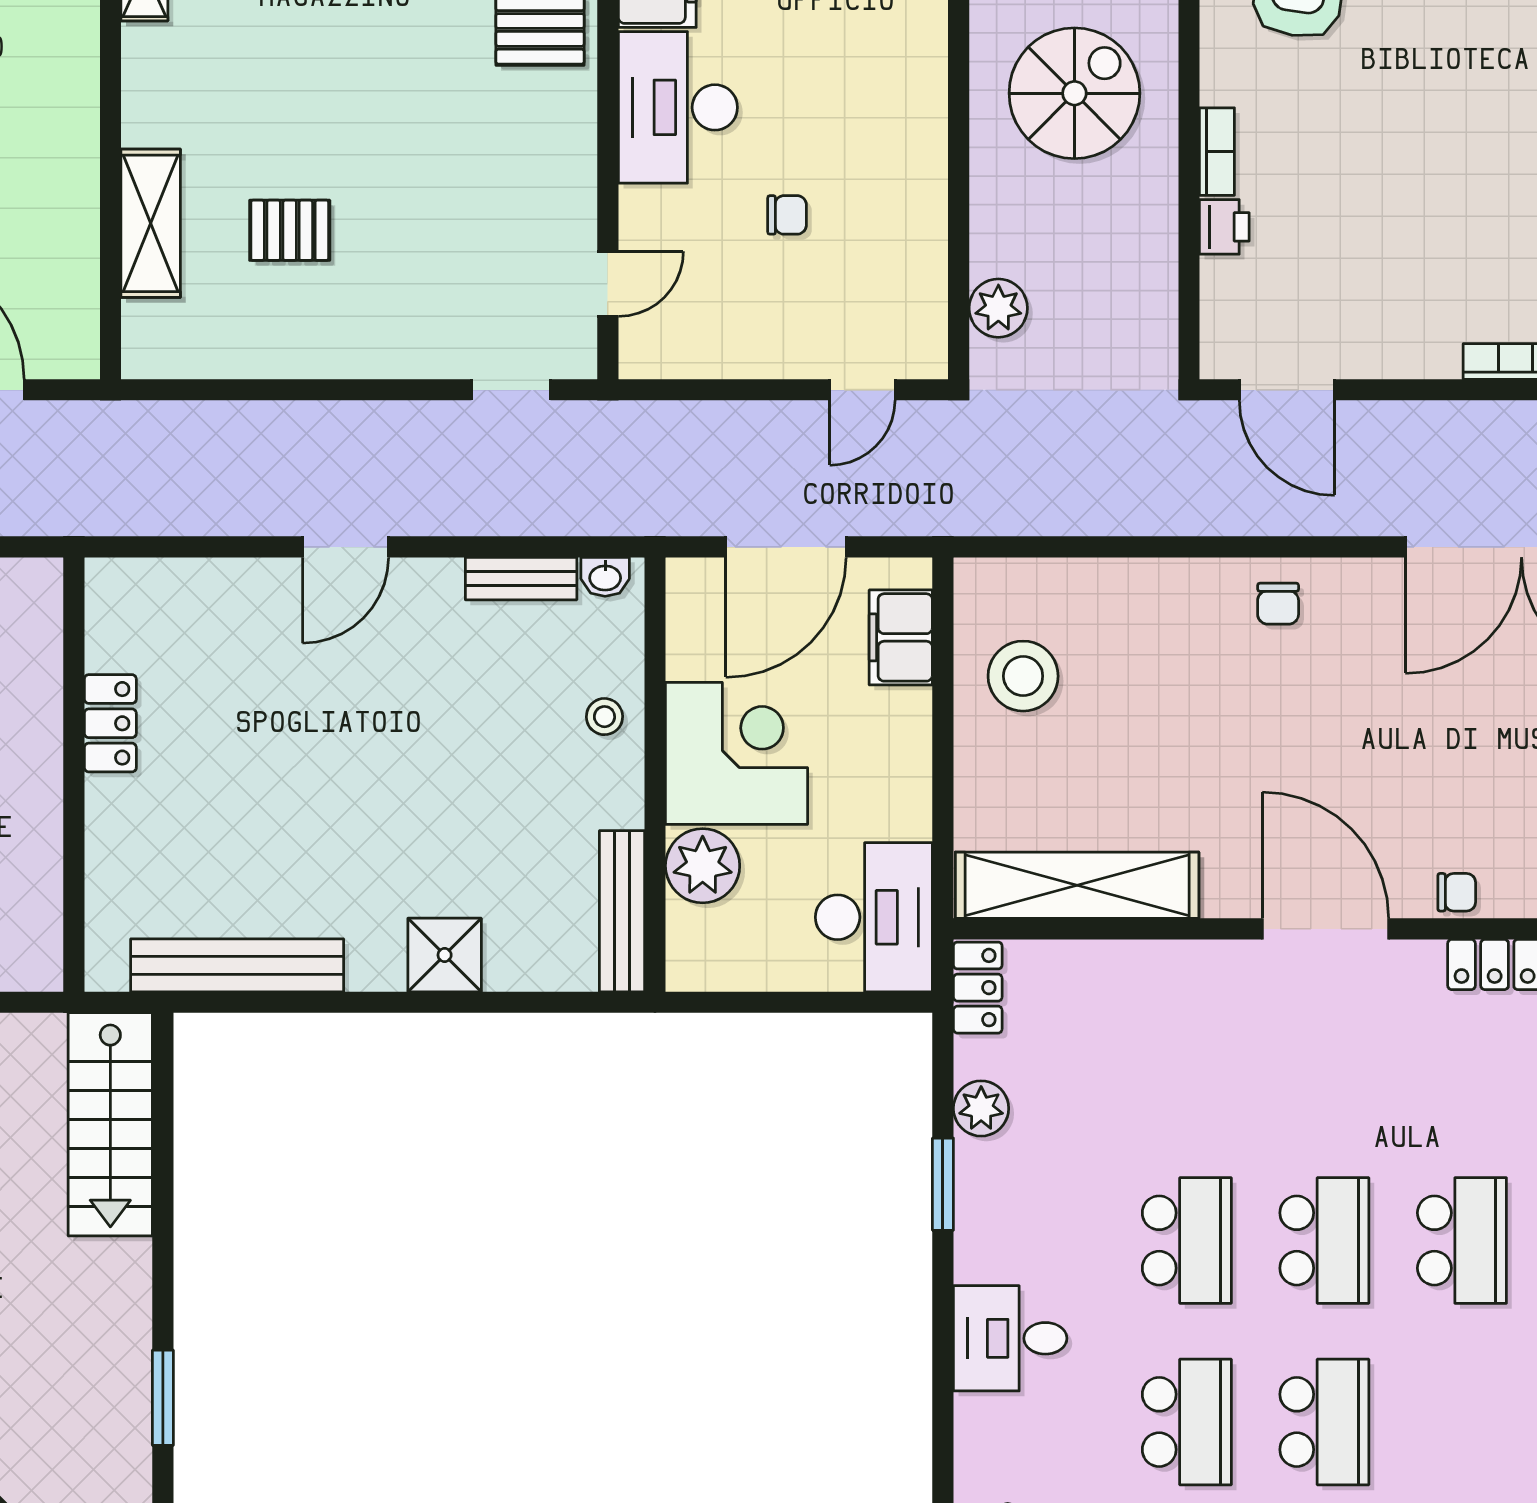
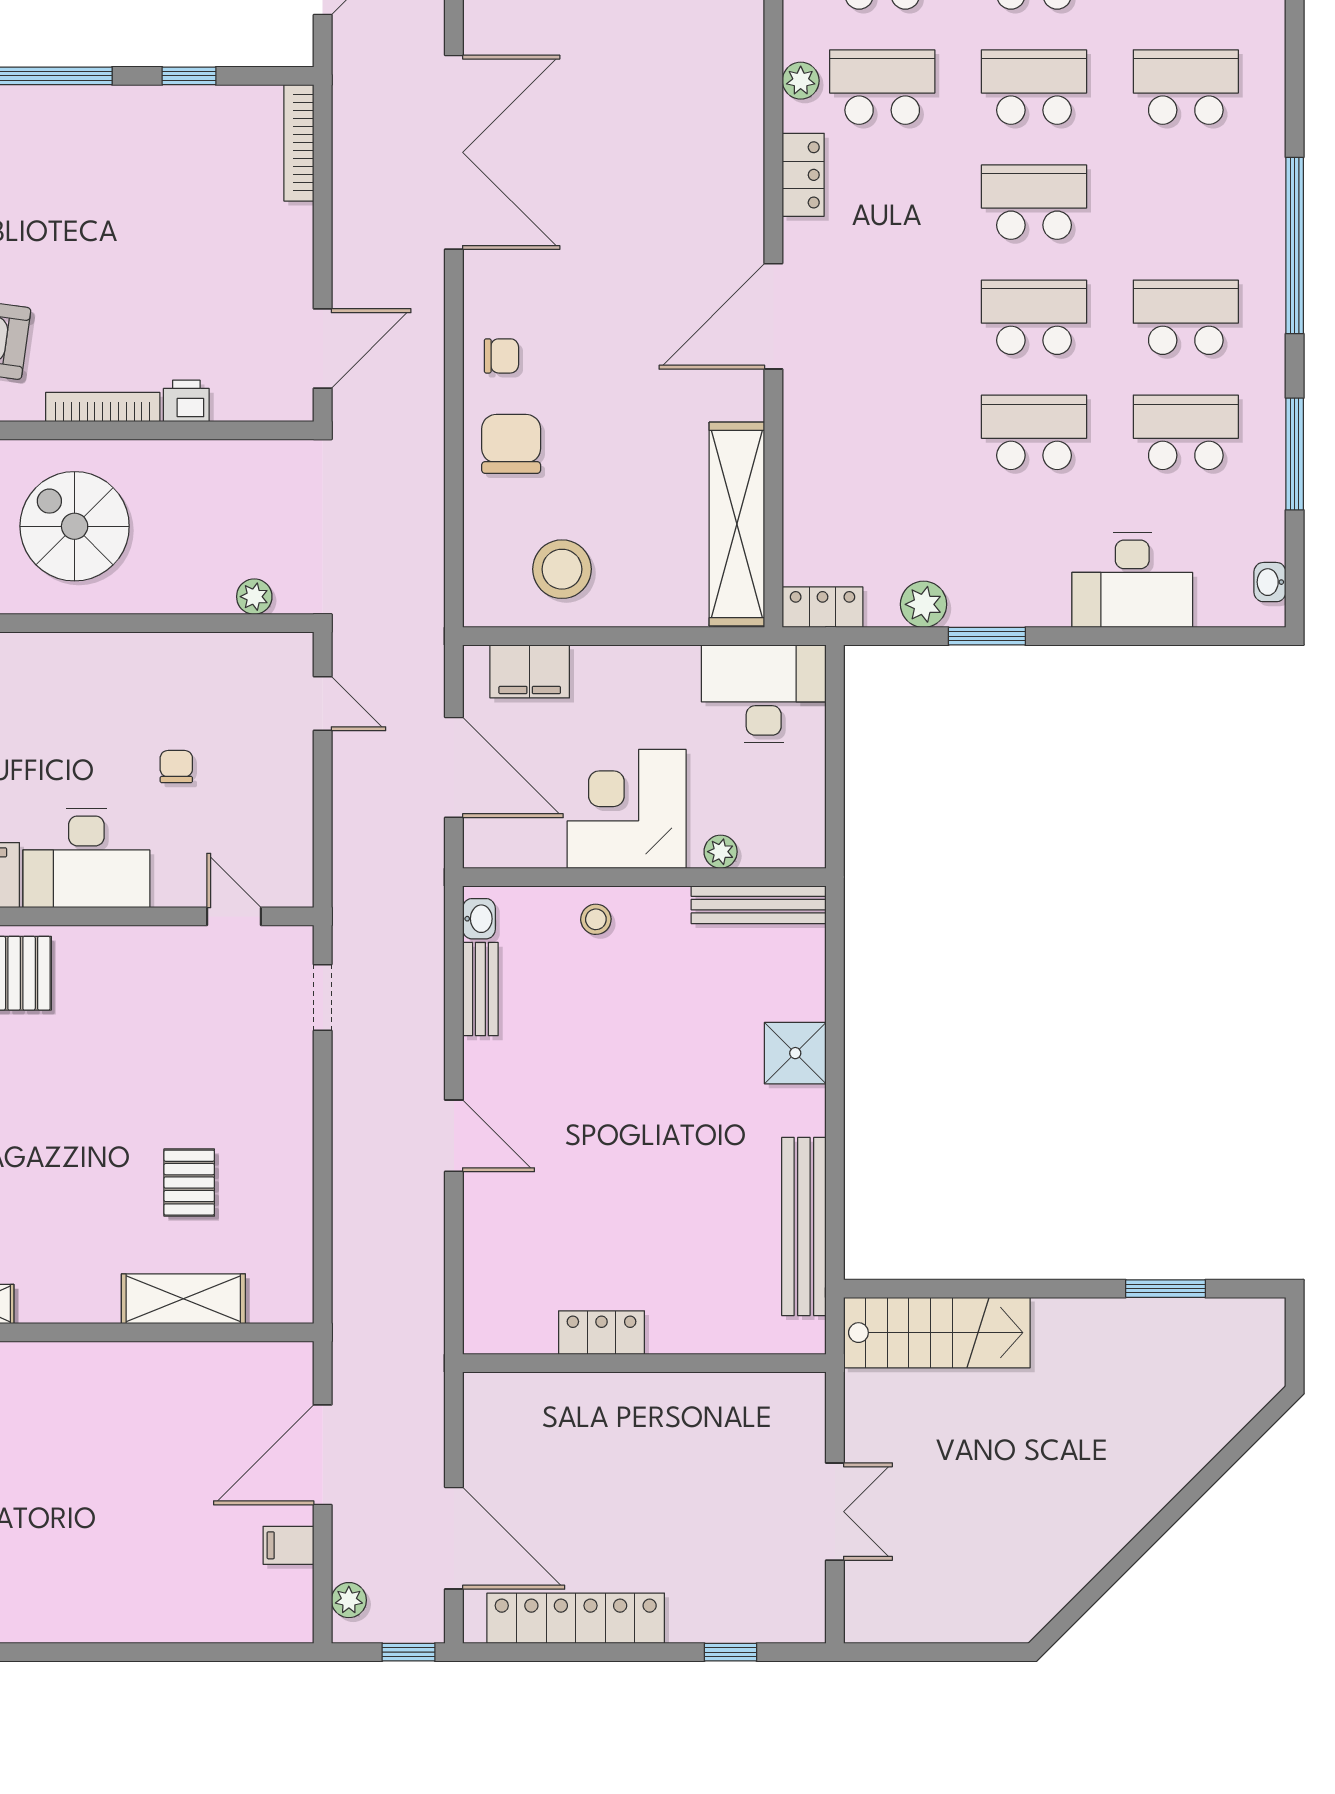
bookcase: (1217, 152) -> (103, 407), width x1.56
plant: (998, 308) -> (254, 597), width x0.73, depth x0.73
plant: (703, 866) -> (721, 852), width x0.53, depth x0.53
chair: (1457, 892) -> (511, 444), moved, width x1.87, depth x1.87
desk: (1010, 1338) -> (1132, 580), width x1.37

